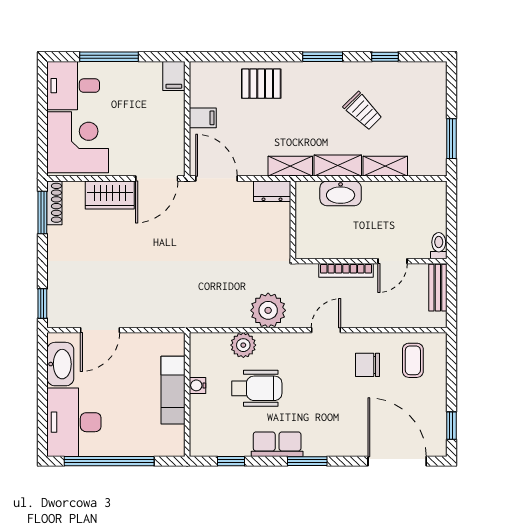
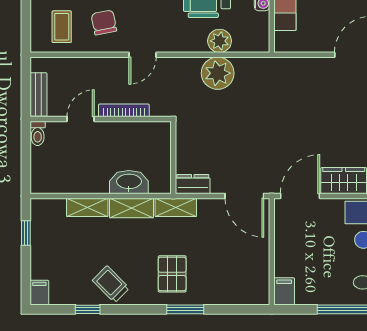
window: (323, 57) -> (185, 309), moved
pallet: (261, 84) -> (172, 274), moved, turned 90
trolley: (363, 111) -> (111, 284), moved
filing cabinet: (203, 118) -> (39, 293), moved, turned 90
window: (451, 139) -> (26, 233), width x0.67
plant: (268, 310) -> (218, 73), moved
chair: (368, 365) -> (104, 22), turned -101

